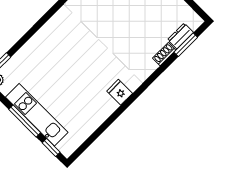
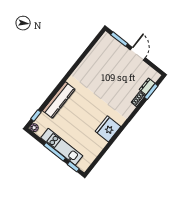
kitchen counter: (40, 41) -> (59, 100), added
fridge: (120, 92) -> (108, 129), width x1.88, depth x1.34

